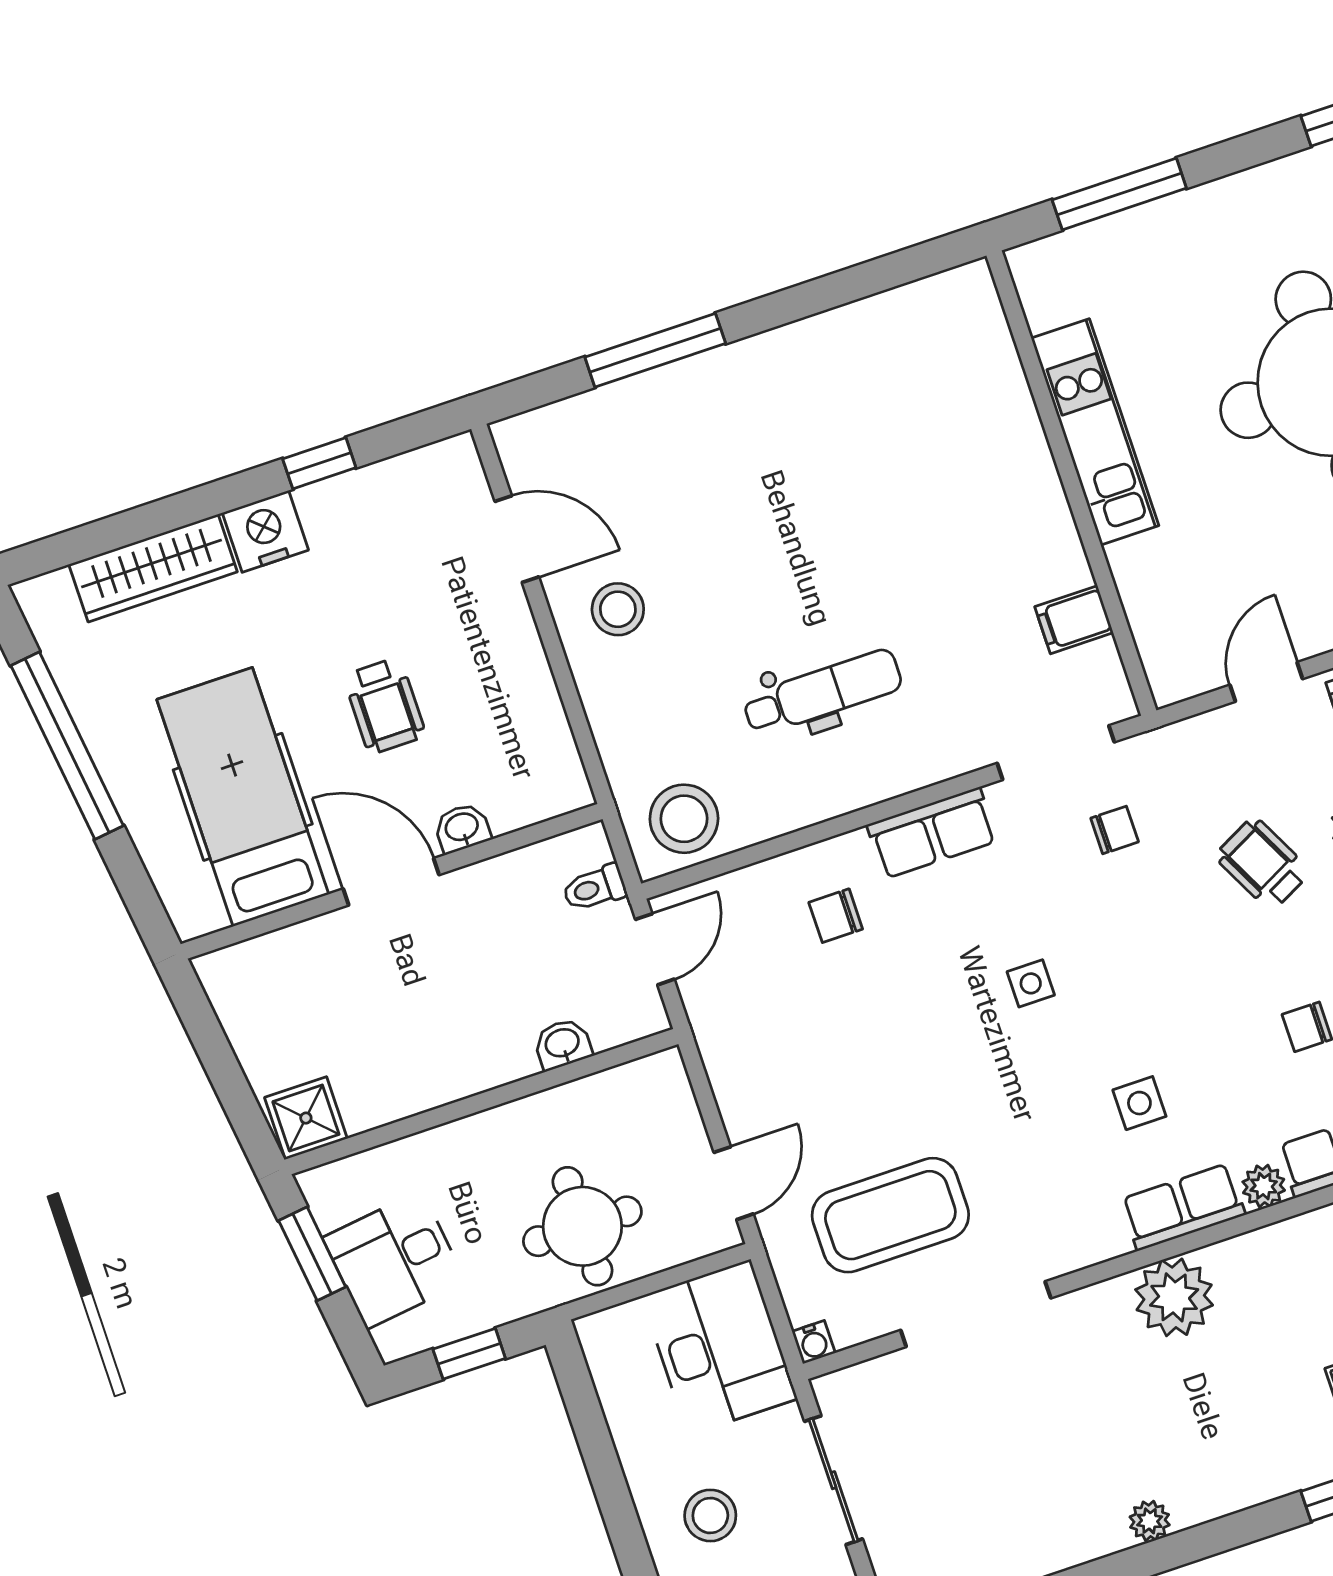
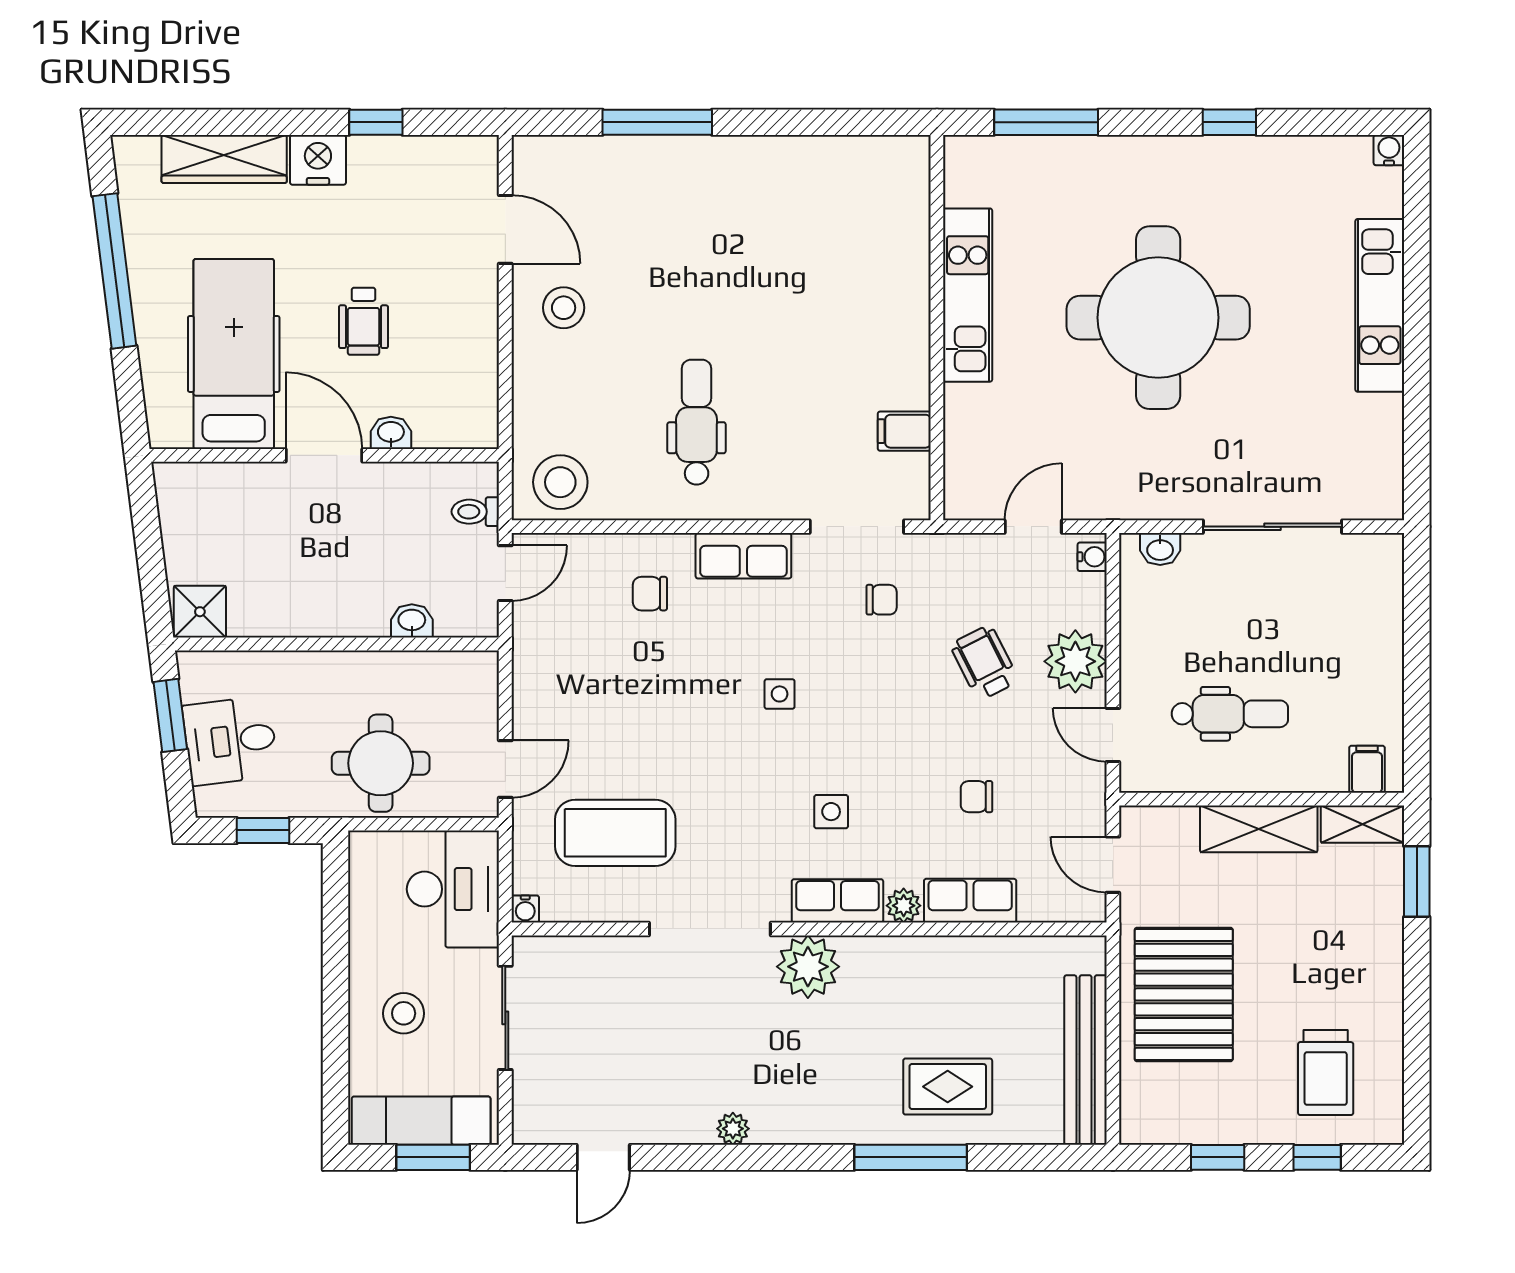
dental chair: (822, 692) -> (697, 422), turned -90
doorway: (976, 1314) -> (710, 929), moved

